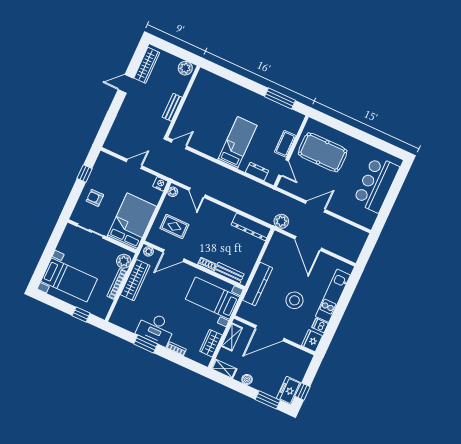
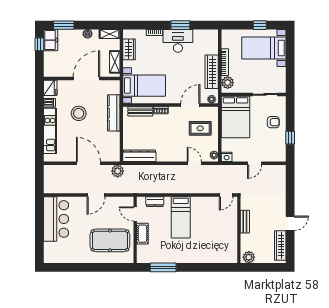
bar counter: (376, 184) -> (56, 219), moved
window: (81, 314) -> (260, 25), moved

